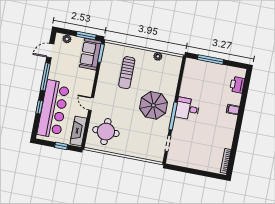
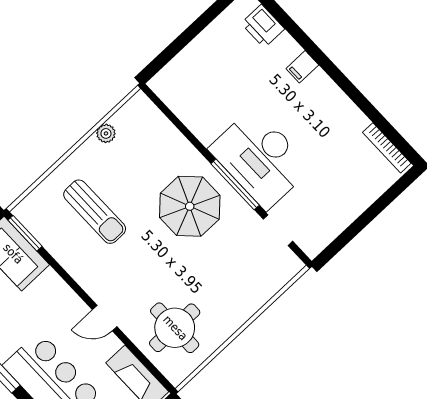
window: (211, 60) -> (181, 41), removed
desk: (187, 109) -> (260, 158), width x1.87, depth x1.30

